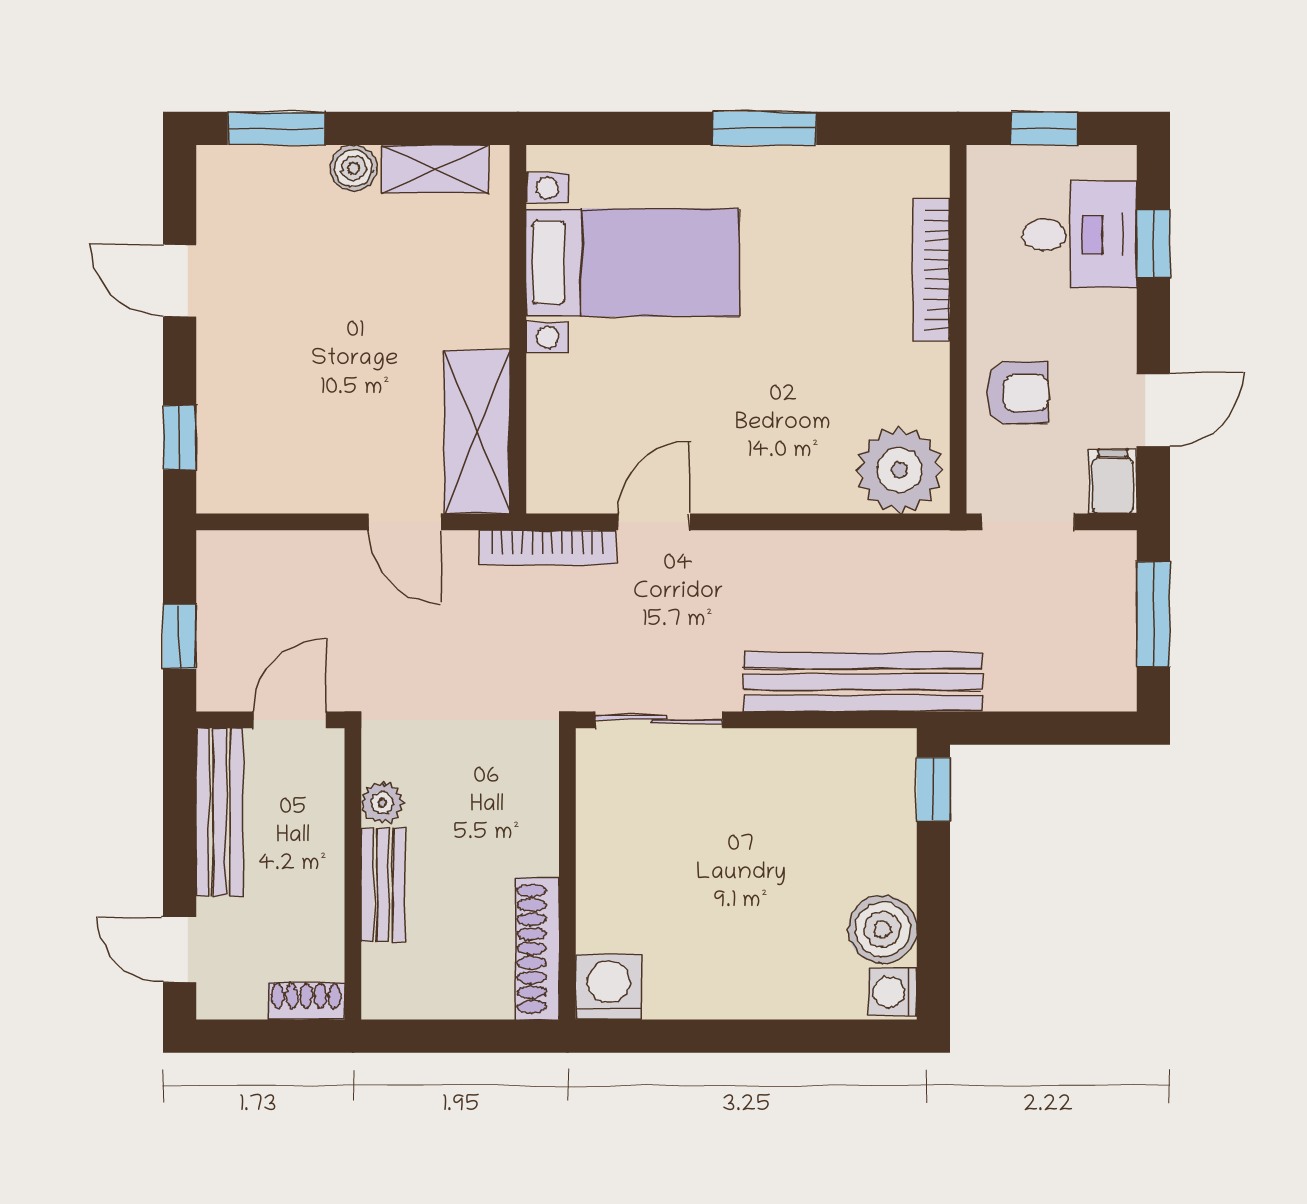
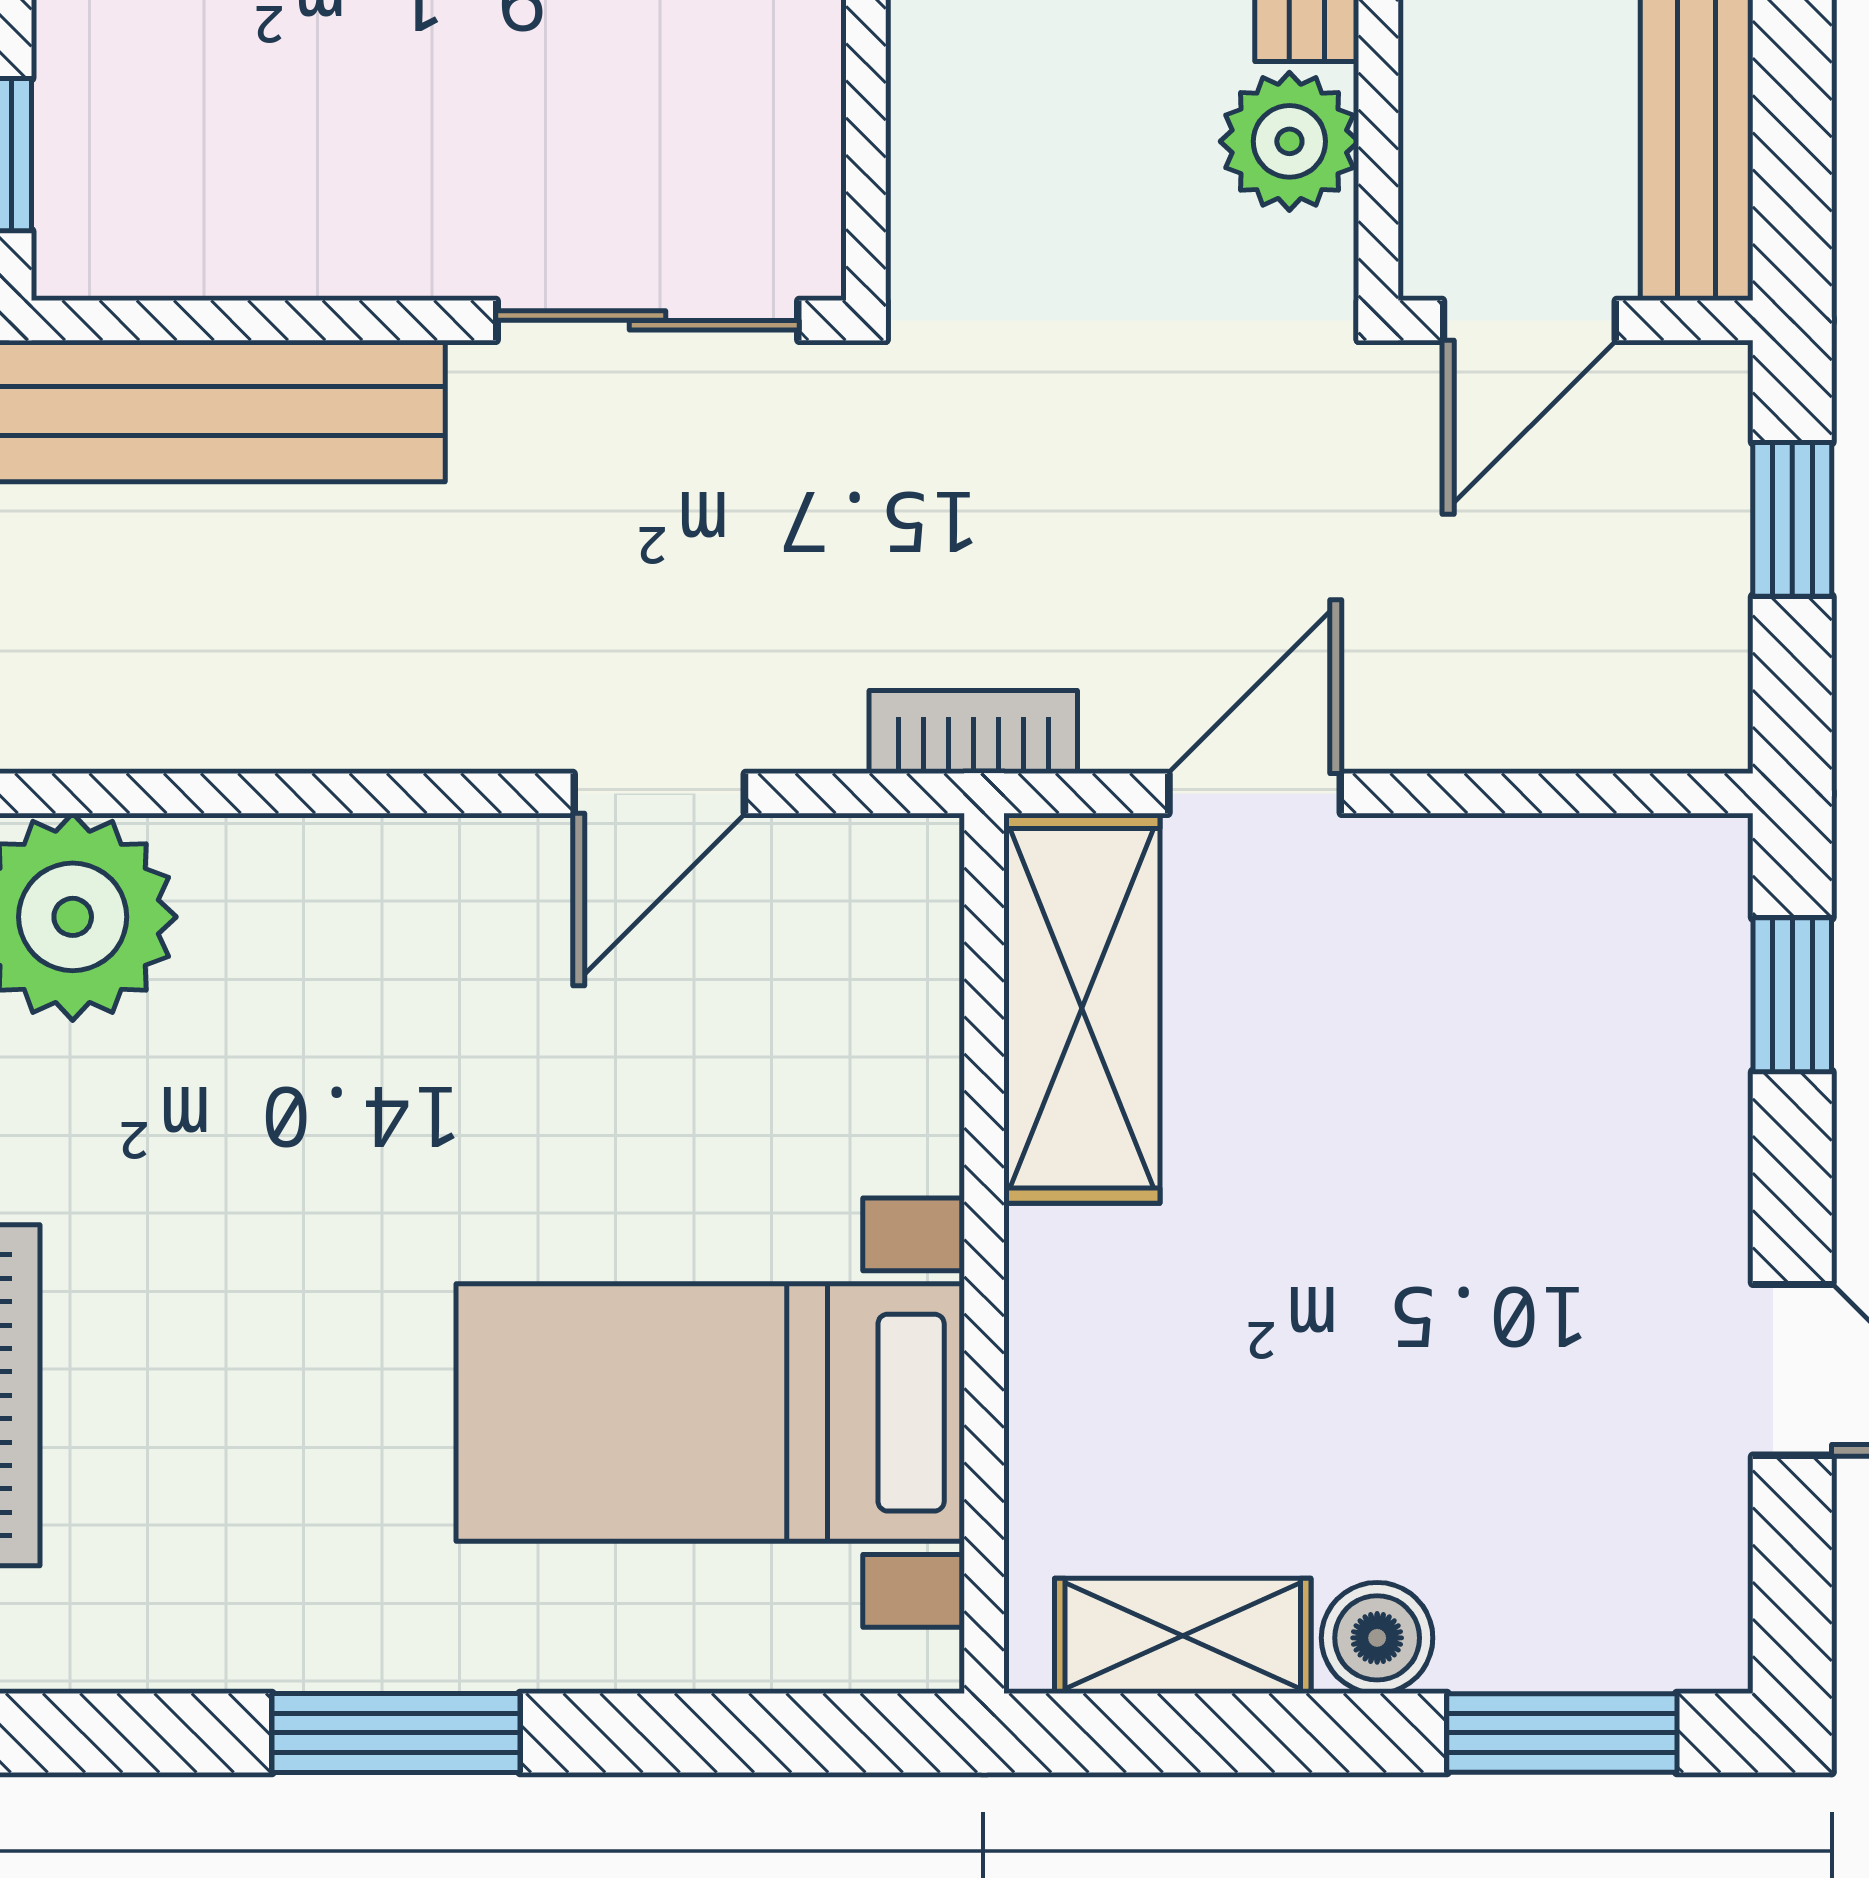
door: (405, 522) -> (1255, 793), hinge flipped
bookcase: (547, 547) -> (973, 732), width x0.64
plant: (382, 803) -> (1289, 141), width x1.38, depth x1.38

